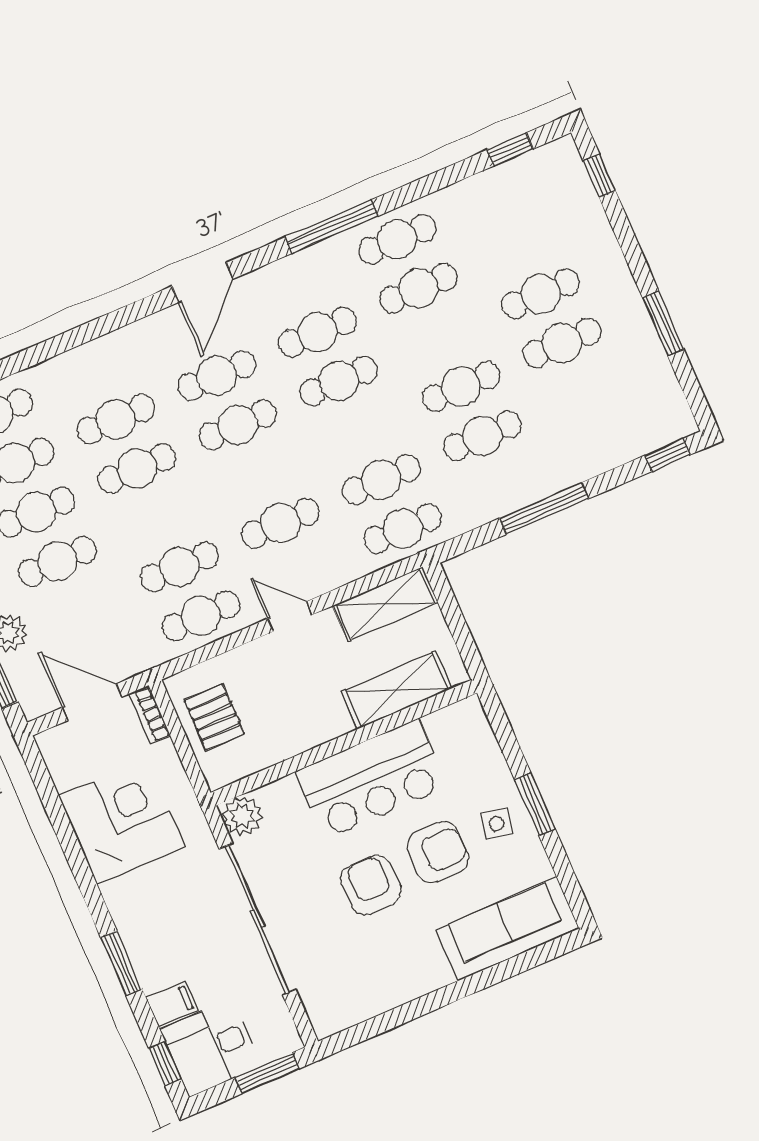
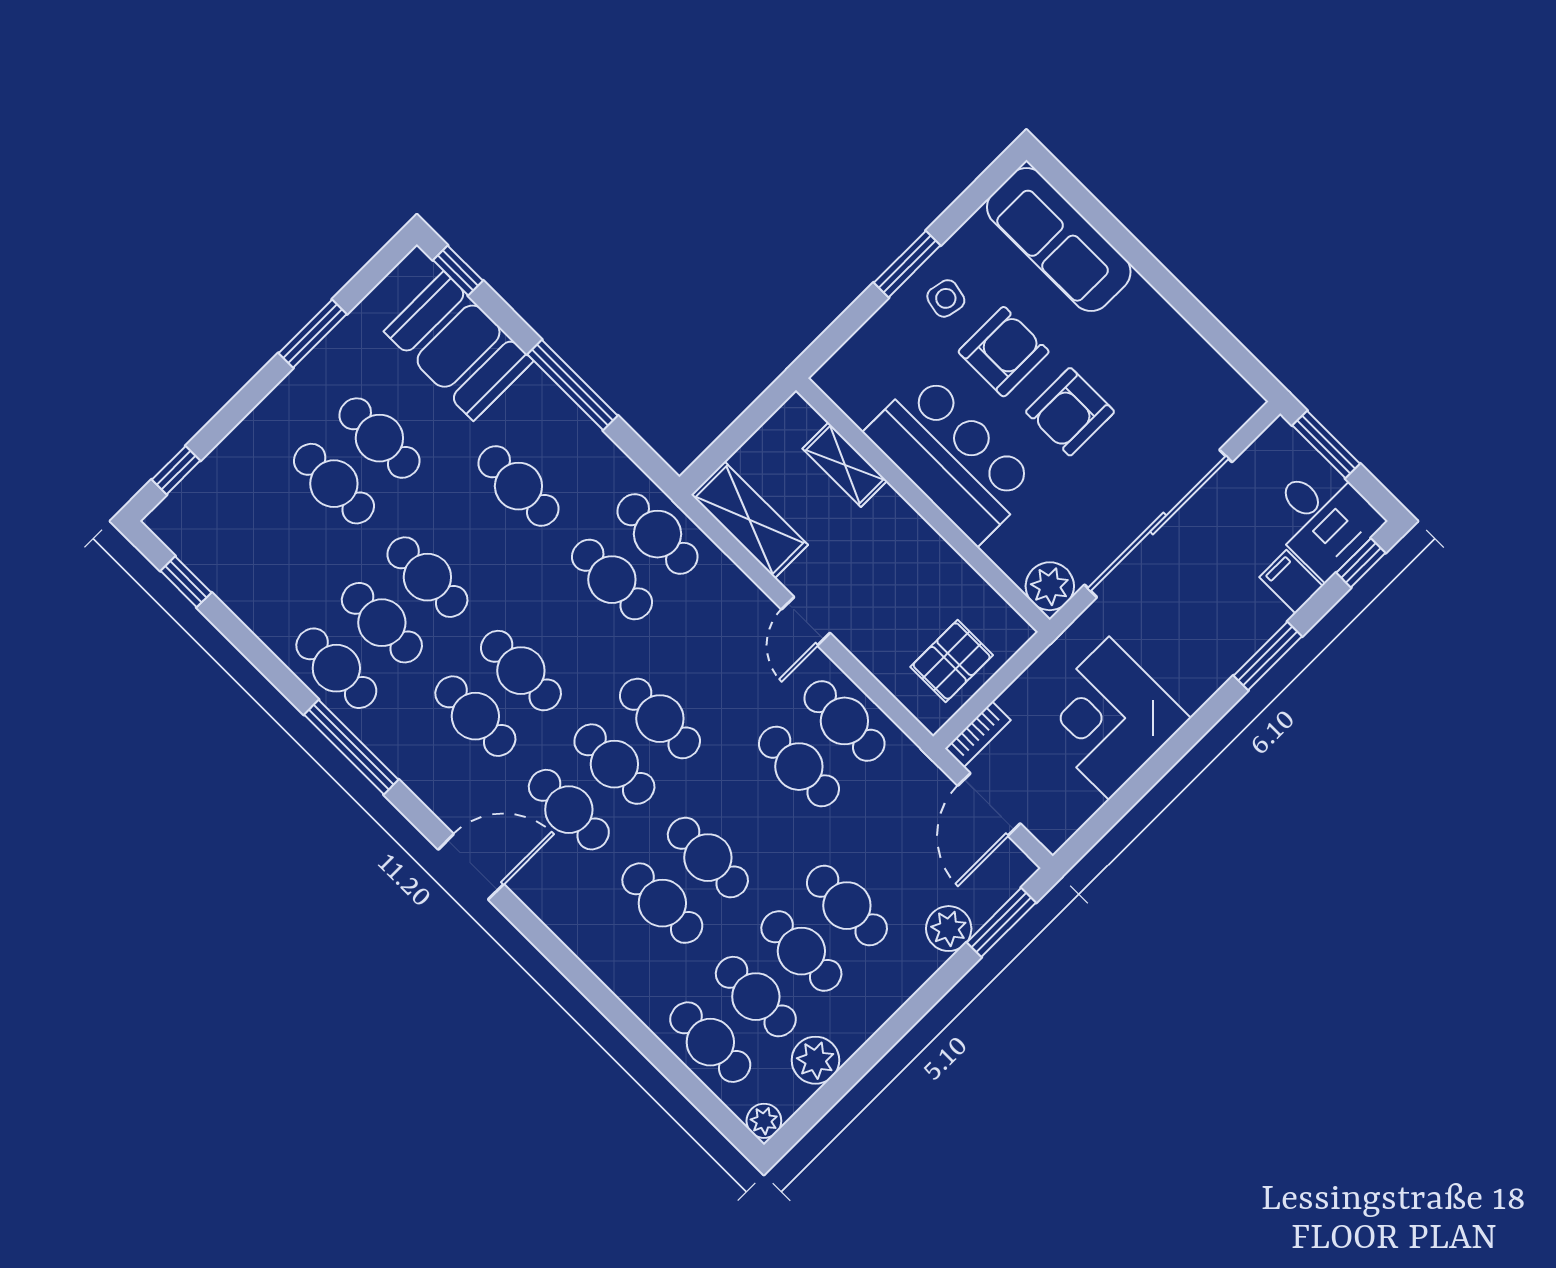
cafe table: (461, 387) -> (427, 577), moved
booth: (609, 432) -> (459, 346), added
cafe table: (280, 523) -> (660, 719), moved
shelving: (397, 690) -> (845, 465), width x0.67, depth x0.75
armchair: (438, 852) -> (1004, 352), turned 90

